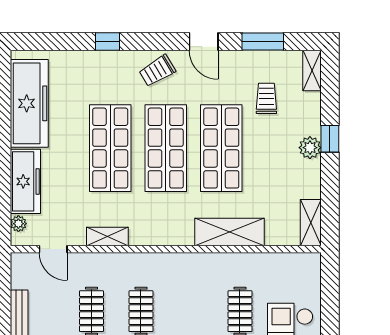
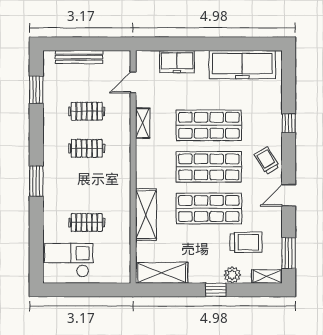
window: (263, 42) -> (289, 253), moved
trolley: (266, 98) -> (246, 242), width x1.36, depth x1.39
plant: (310, 148) -> (232, 275), moved
freezer: (25, 181) -> (177, 62), width x0.71
shelving: (311, 223) -> (162, 273), width x1.50, depth x1.33
plant: (18, 224) -> (152, 57), removed

